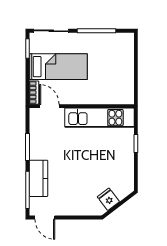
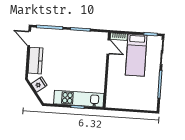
door: (49, 106) -> (108, 47), hinge flipped
kitchen unit: (99, 118) -> (79, 99), moved, turned 90
kitchen counter: (38, 178) -> (35, 61), moved, turned -90
door: (45, 217) -> (29, 38), hinge flipped

